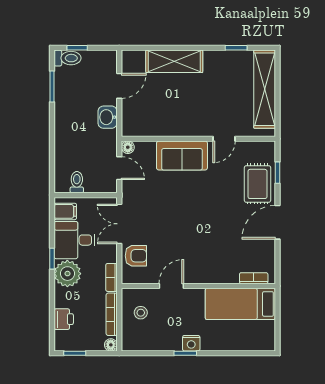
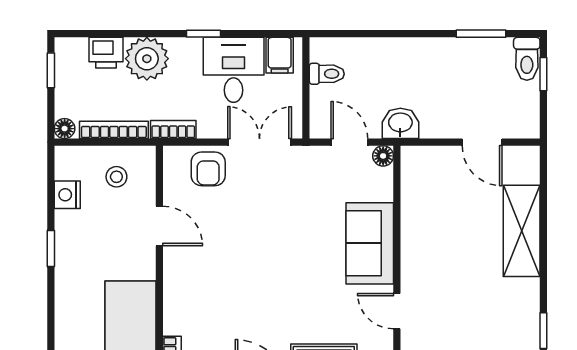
washbasin: (108, 117) -> (400, 123), moved
door: (119, 168) -> (349, 142), swing flipped
plant: (67, 274) -> (147, 59), moved
nightstand: (191, 343) -> (67, 195), moved

